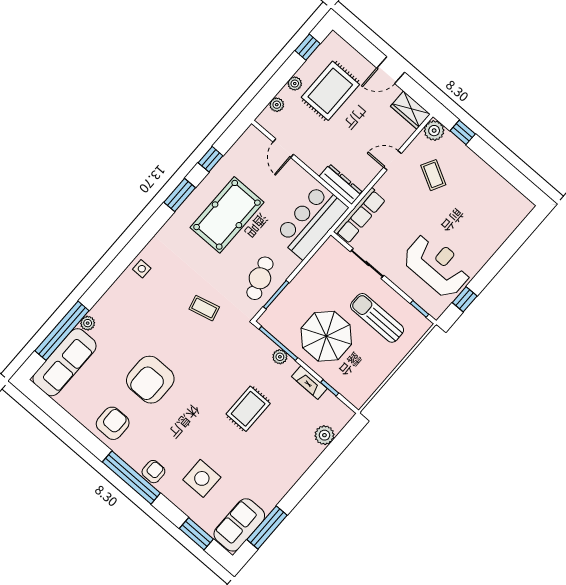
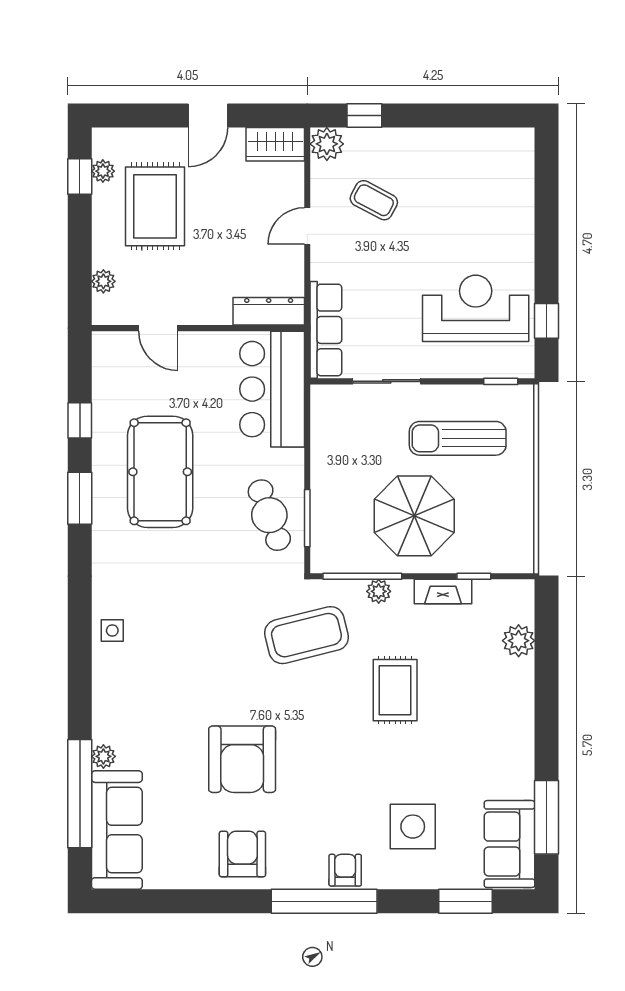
plant: (295, 84) -> (103, 171), moved
coffee table: (204, 308) -> (306, 635), moved, width x1.86, depth x1.72

